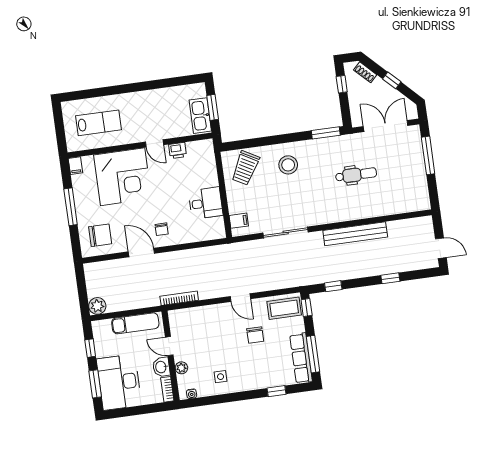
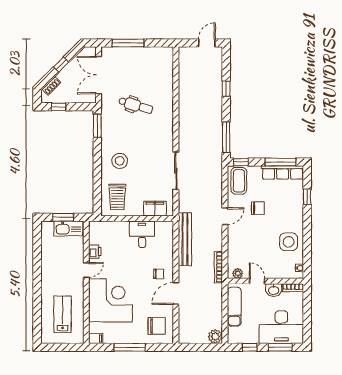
trolley: (245, 168) -> (117, 197), turned 61
dental chair: (356, 175) -> (136, 105), turned 107
filing cabinet: (239, 221) -> (155, 209), width x2.00
bench: (355, 234) -> (185, 239), moved
chair: (100, 235) -> (157, 326), turned 90
window: (333, 286) -> (226, 137), width x2.17
door: (169, 346) -> (257, 281), swing flipped
plant: (181, 368) -> (238, 273), moved
side table: (221, 377) -> (289, 242), width x1.87, depth x1.87

